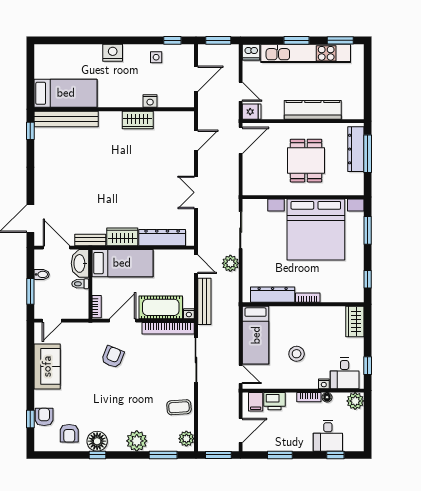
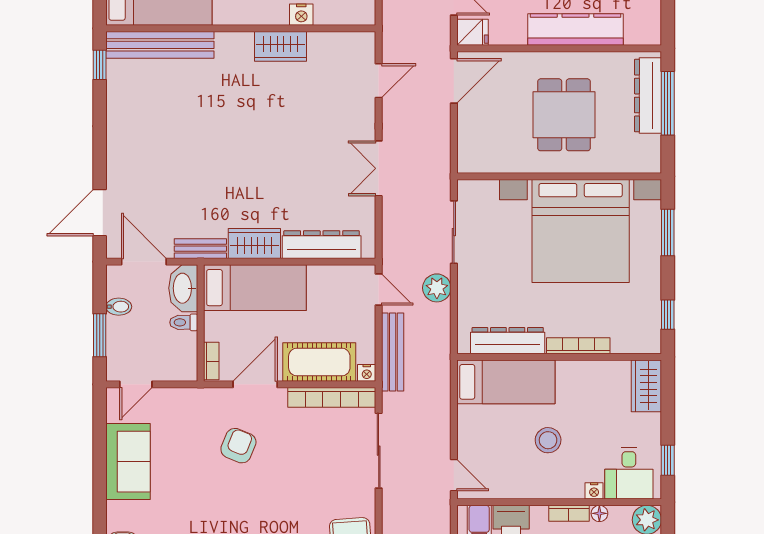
bookcase: (308, 298) -> (578, 346), width x1.56
bed: (256, 335) -> (506, 382), moved, turned -90

